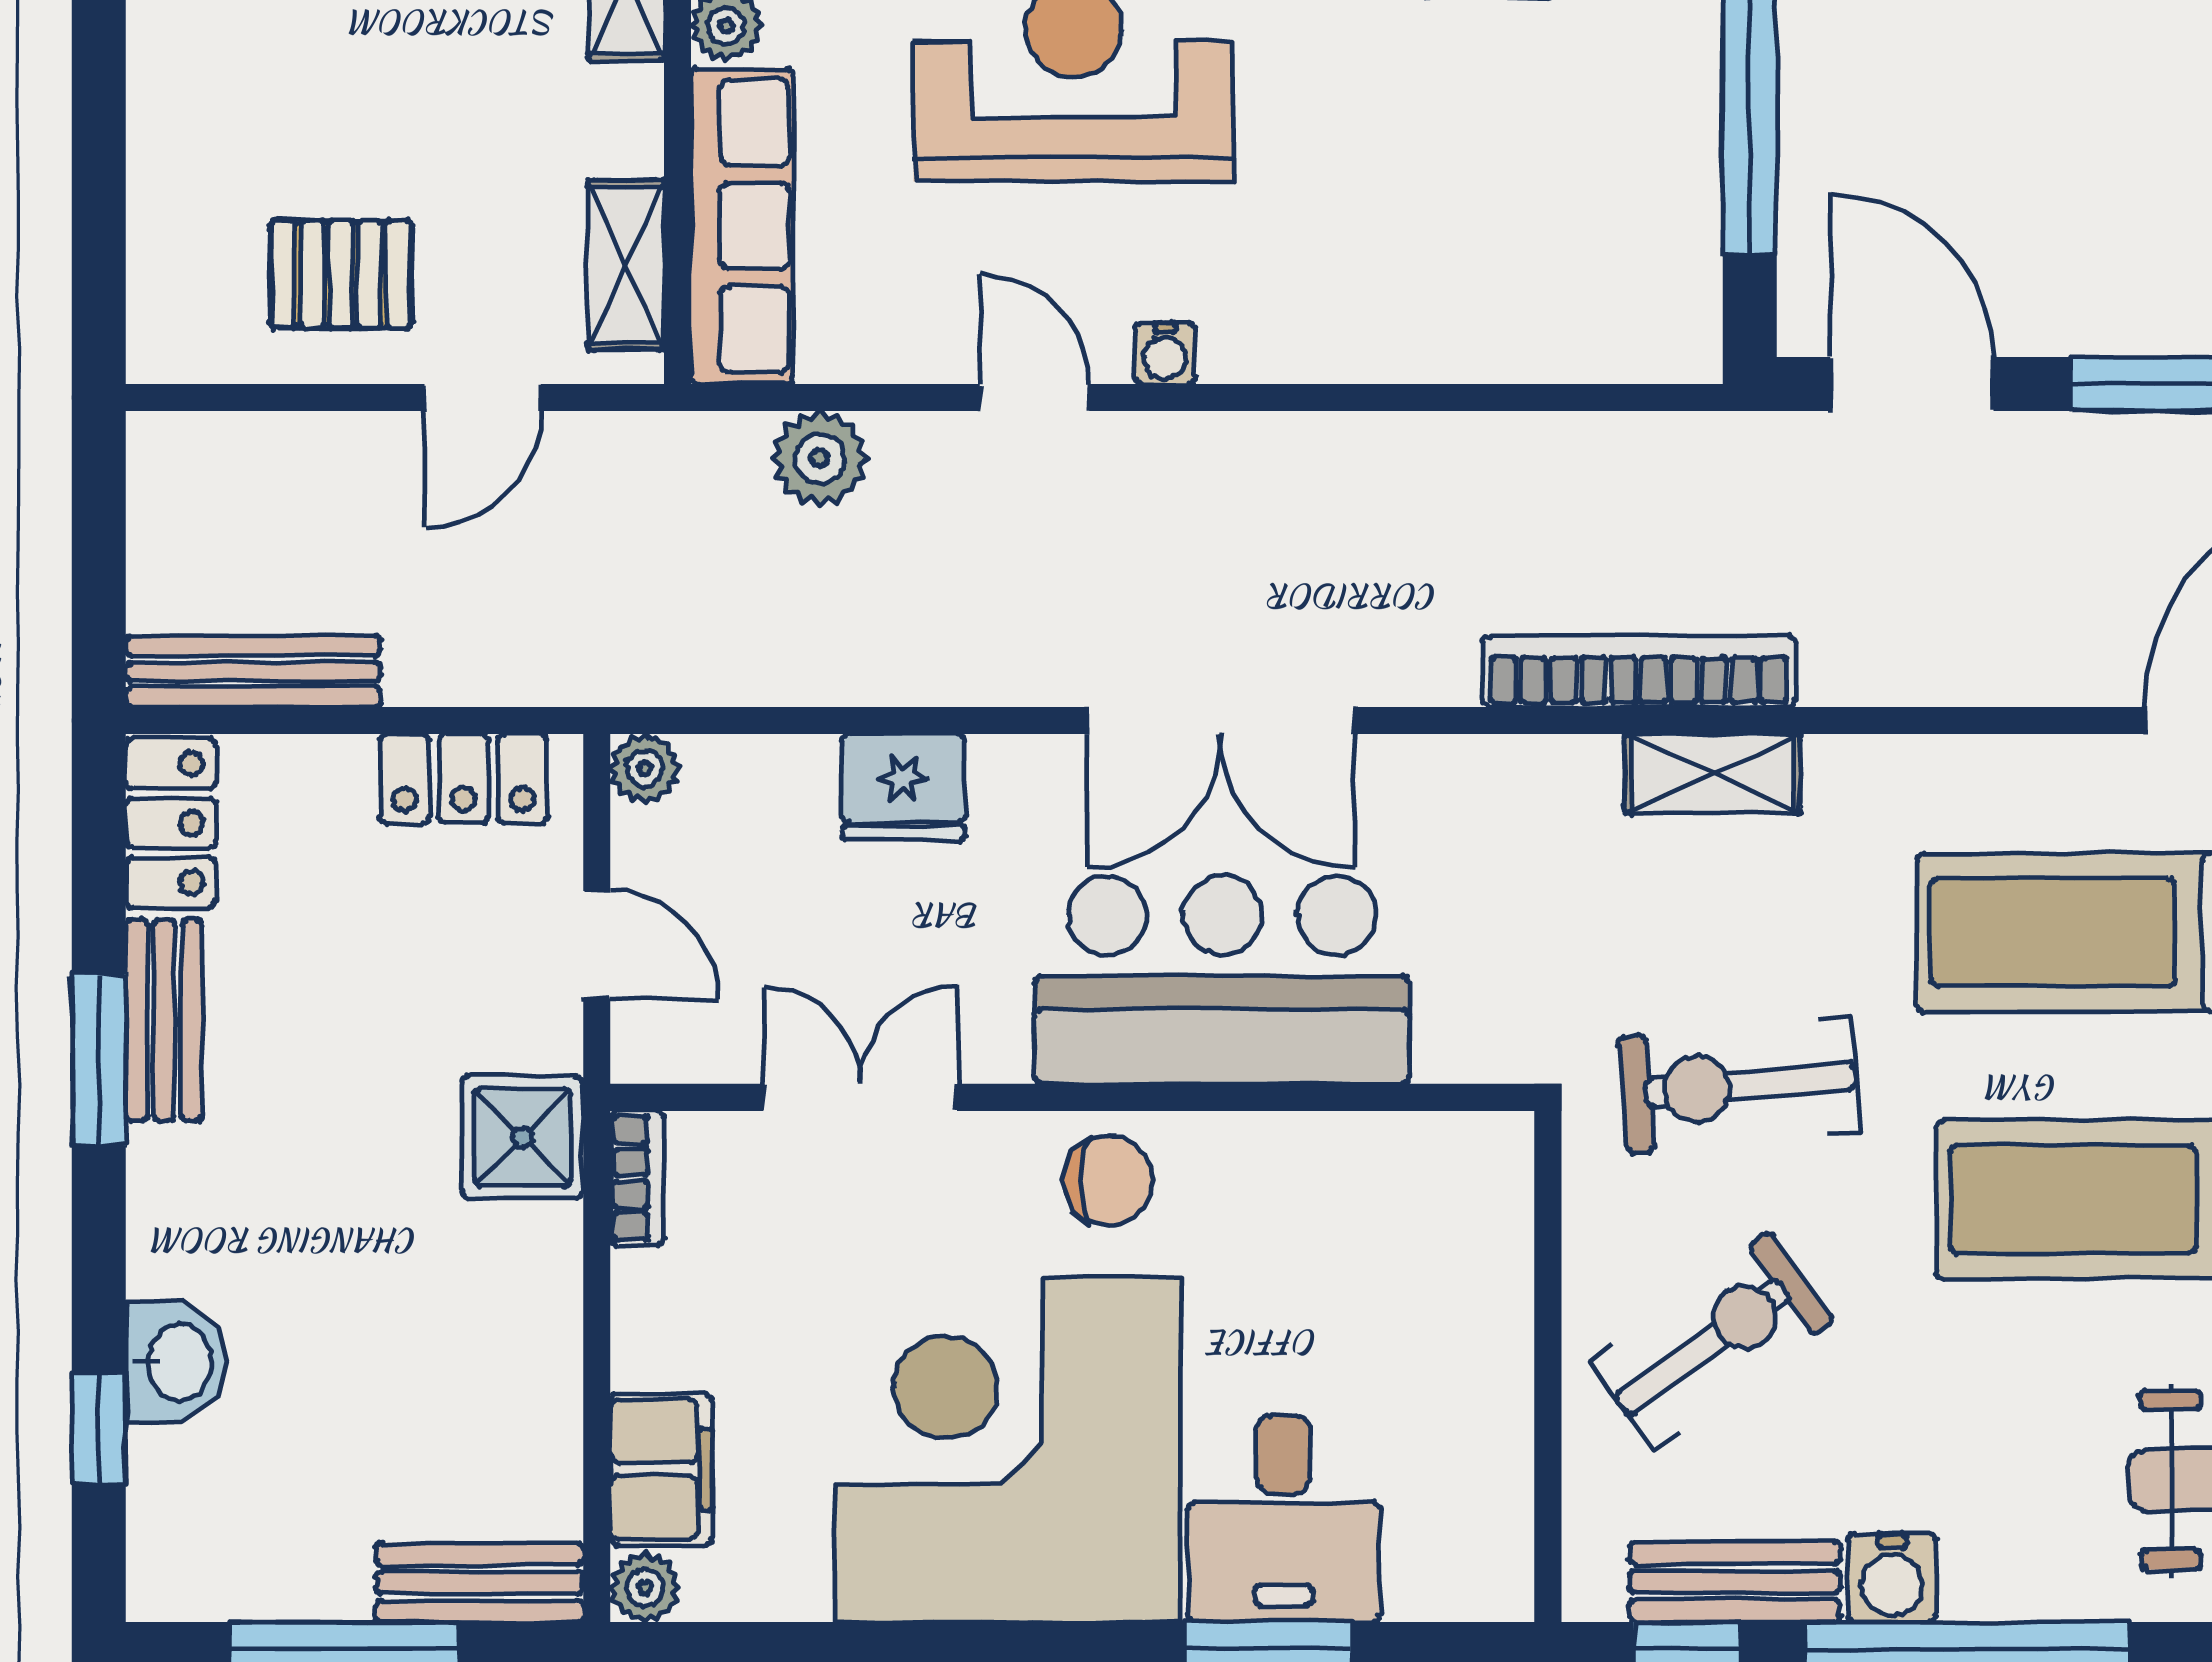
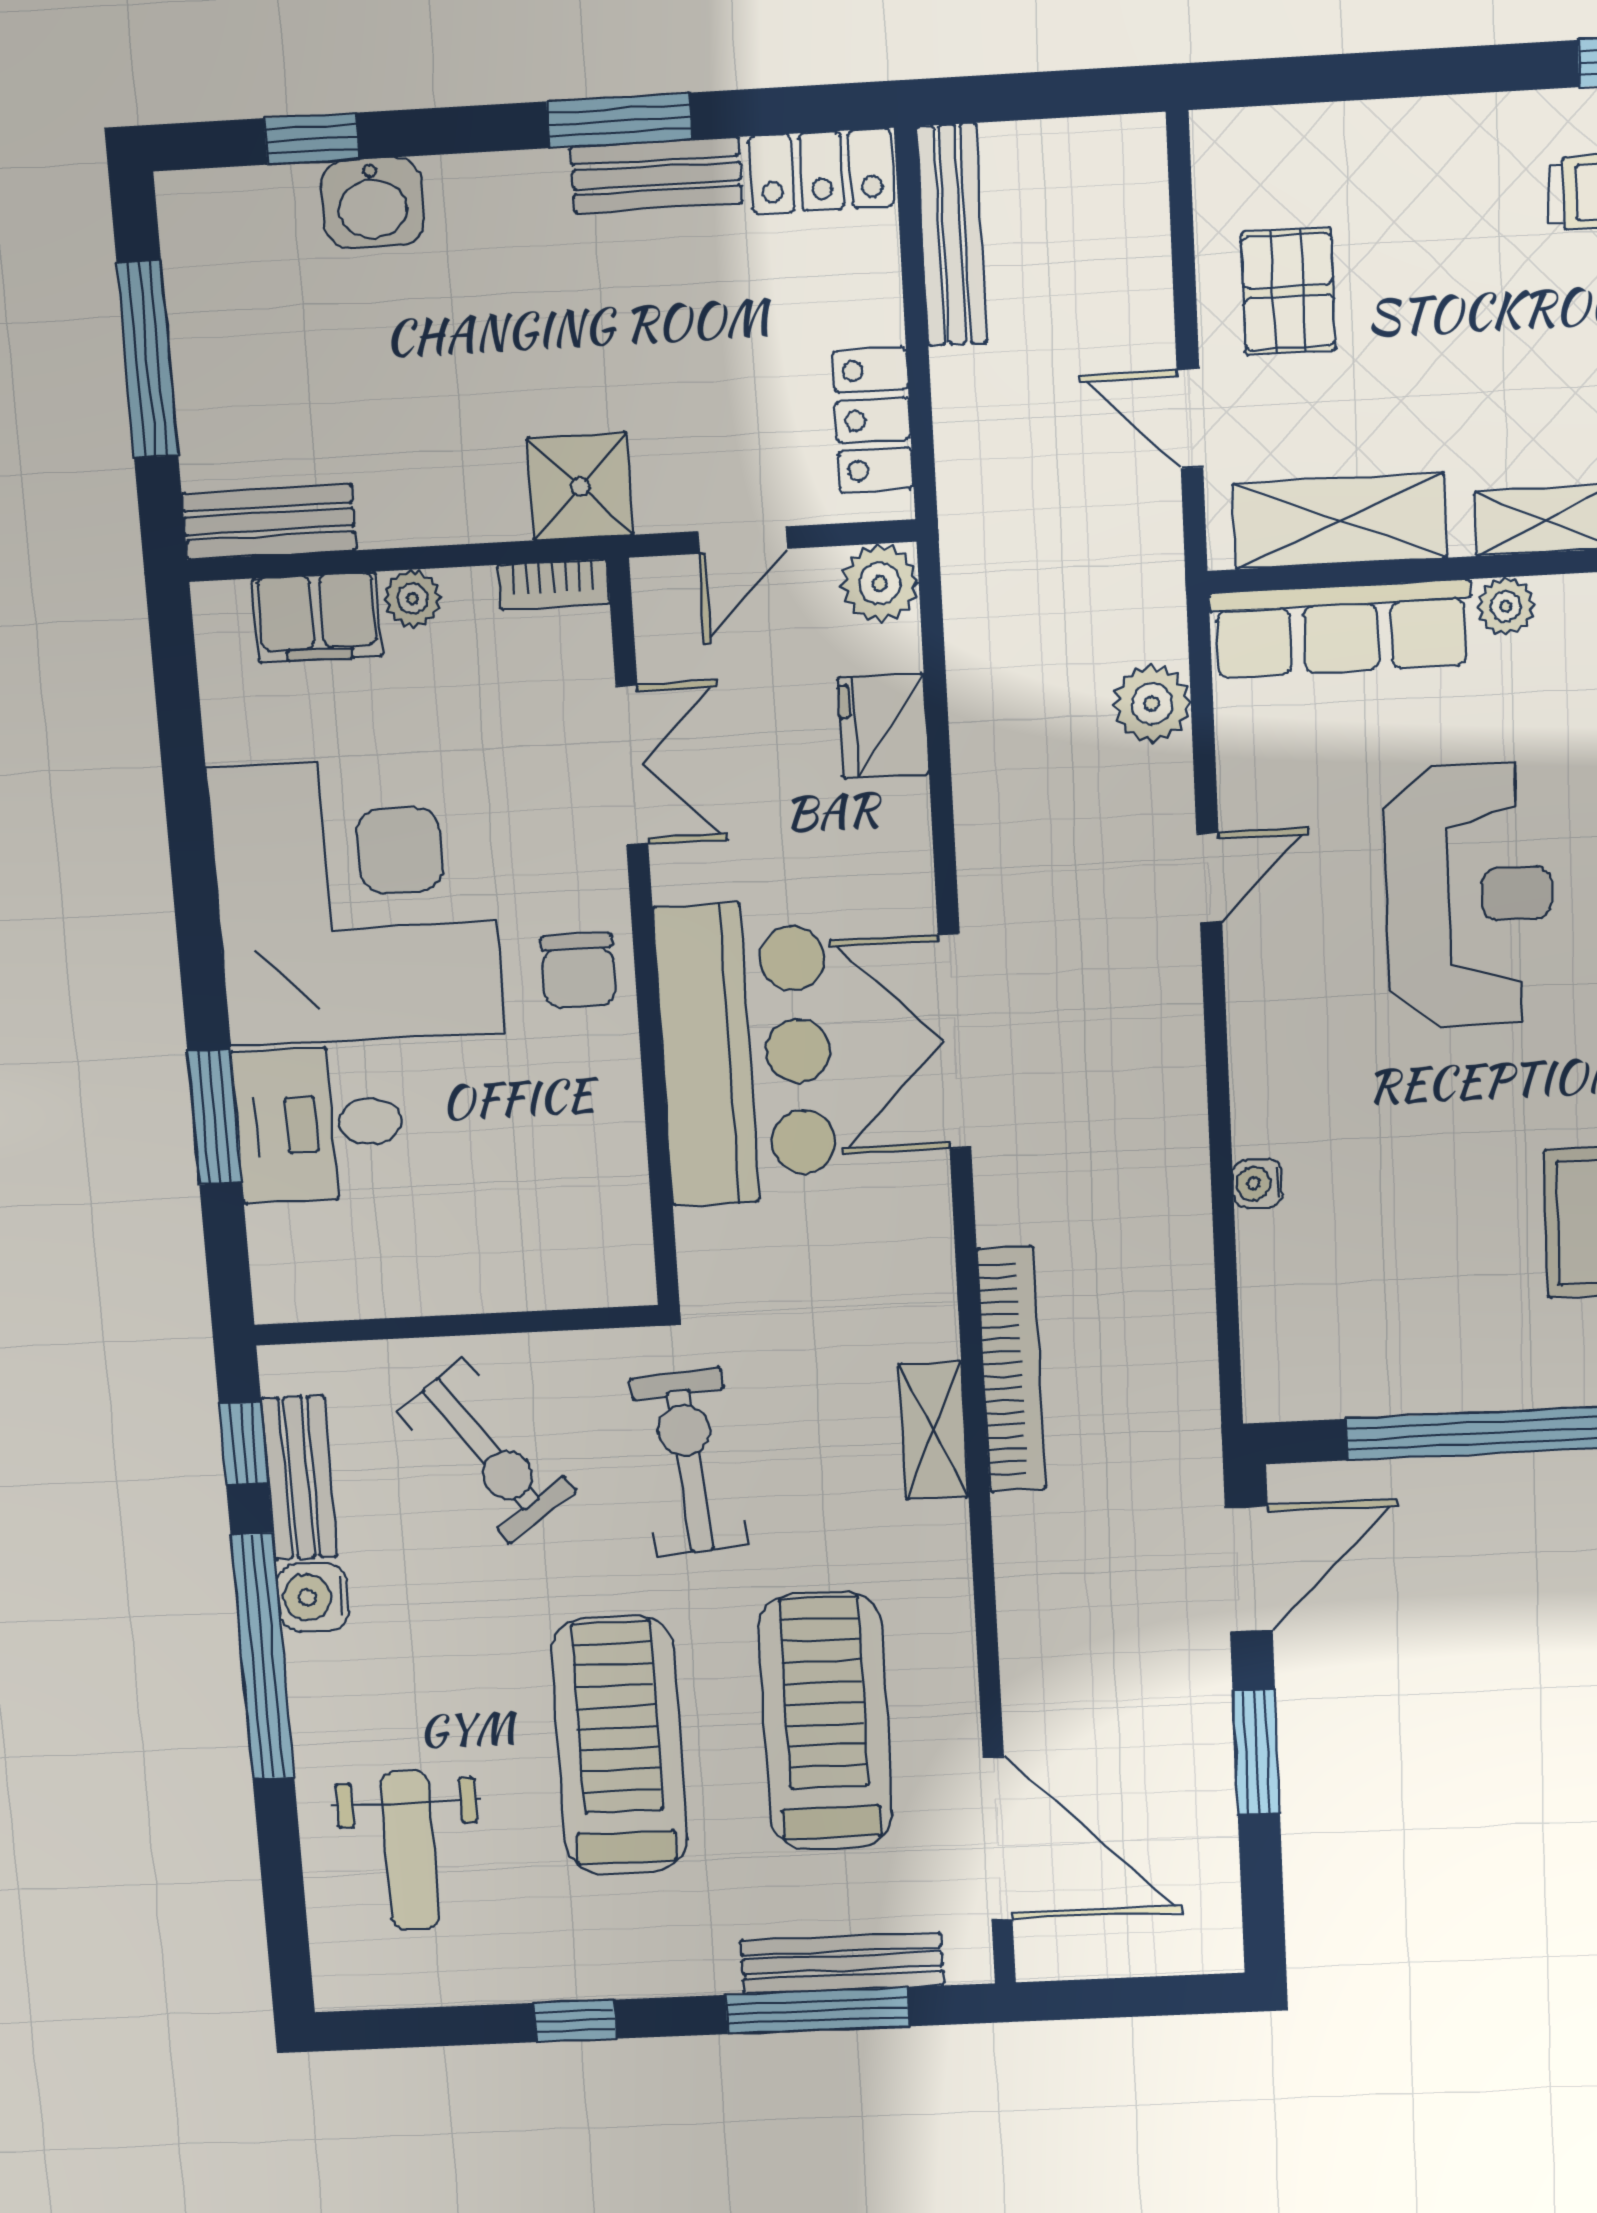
shelving: (626, 265) -> (1339, 521), width x1.50, depth x1.33
water cooler: (1165, 353) -> (1258, 1183), moved
plant: (645, 768) -> (880, 583), width x1.38, depth x1.38
fridge: (903, 787) -> (883, 726), moved
bench: (479, 1583) -> (269, 522), moved, turned 90
plant: (645, 1587) -> (412, 599), moved

